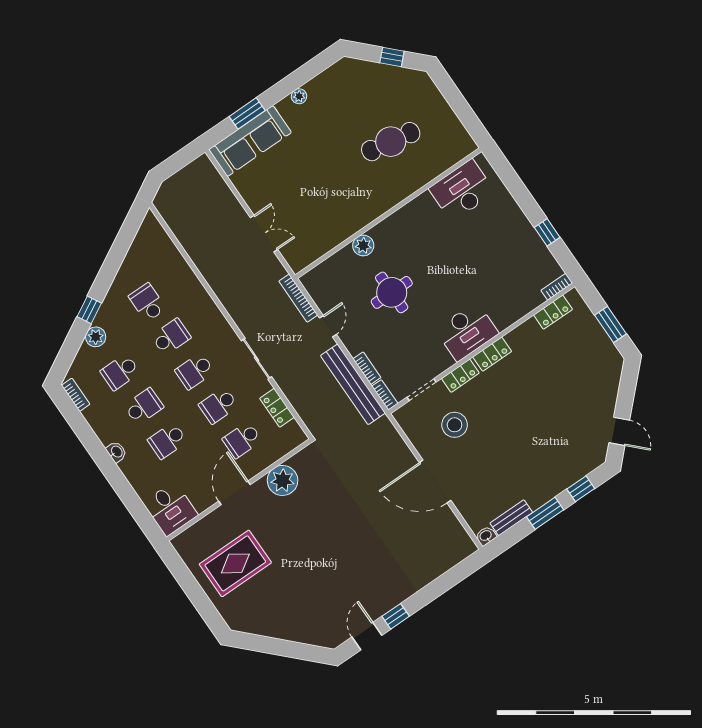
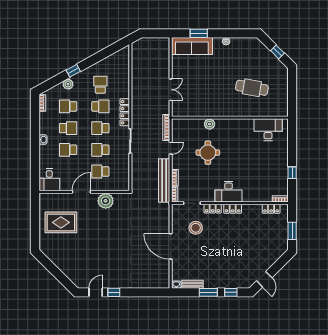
locker: (277, 408) -> (125, 112), moved, width x1.53

